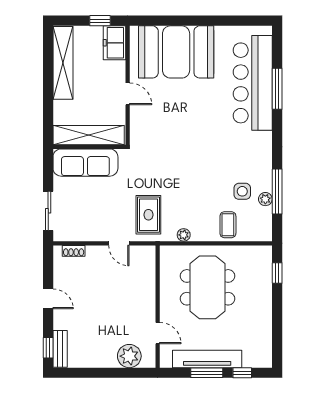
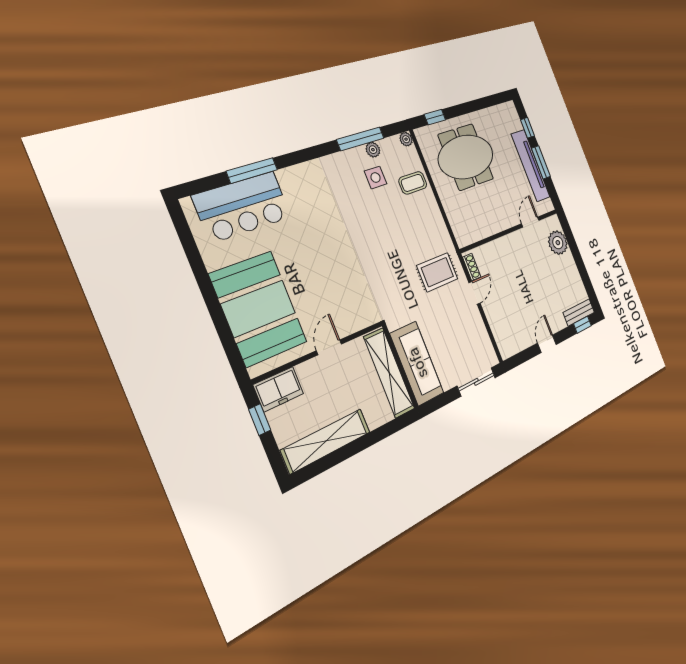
bar counter: (253, 83) -> (242, 207), width x0.73
plant: (184, 235) -> (406, 139), moved
shoe rack: (74, 251) -> (472, 267), moved
meeting table: (208, 287) -> (466, 157), moved

